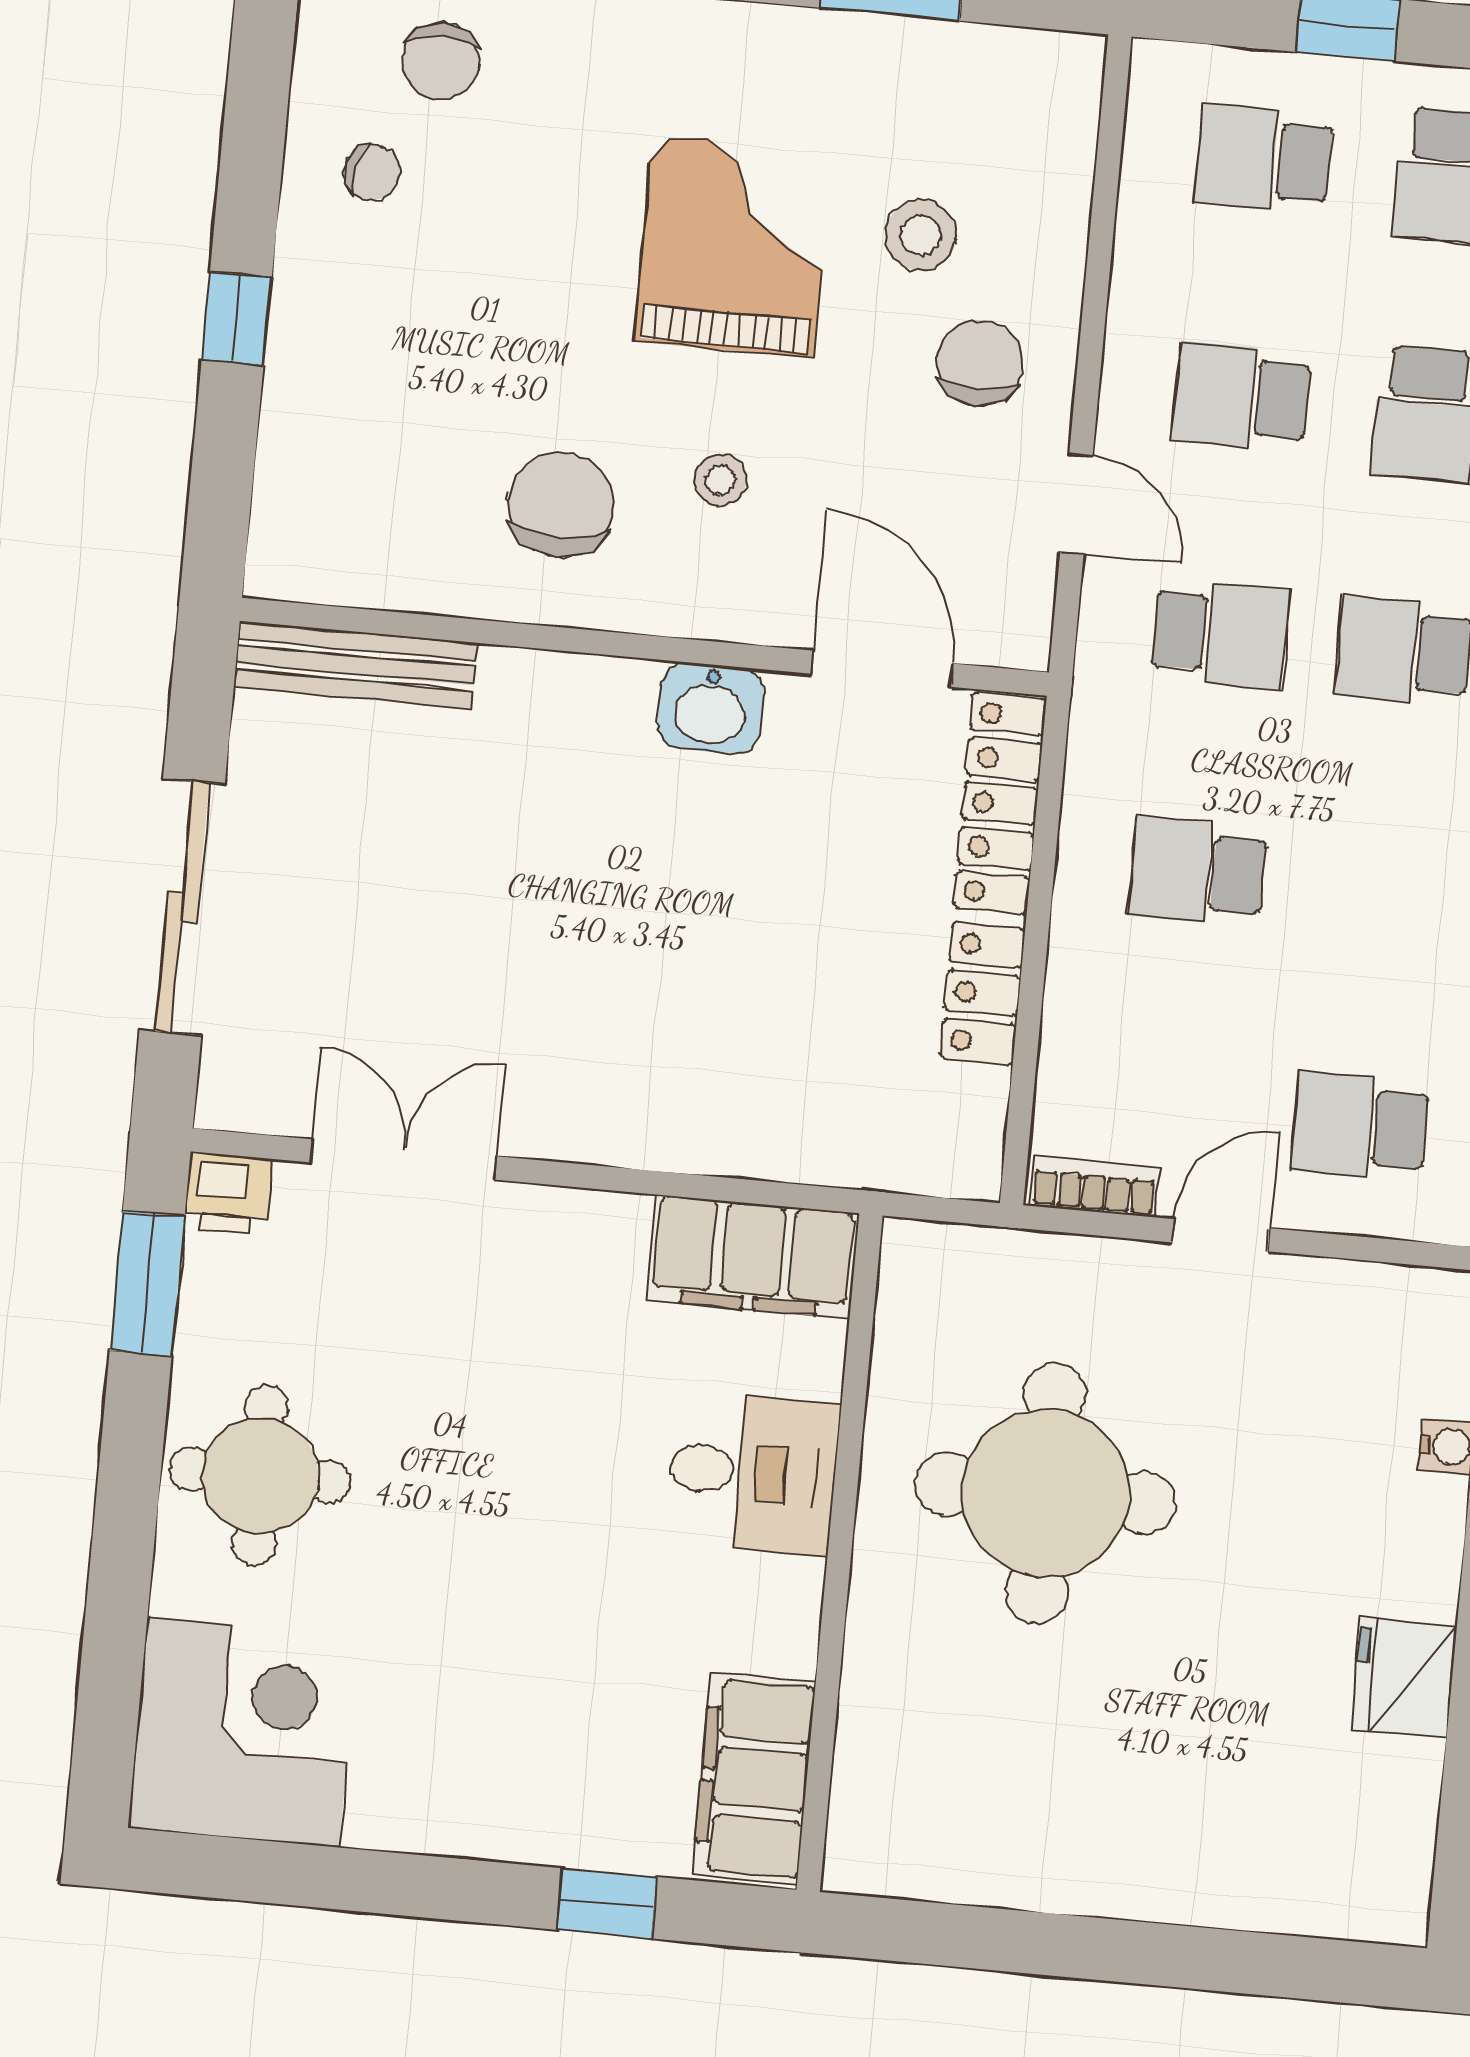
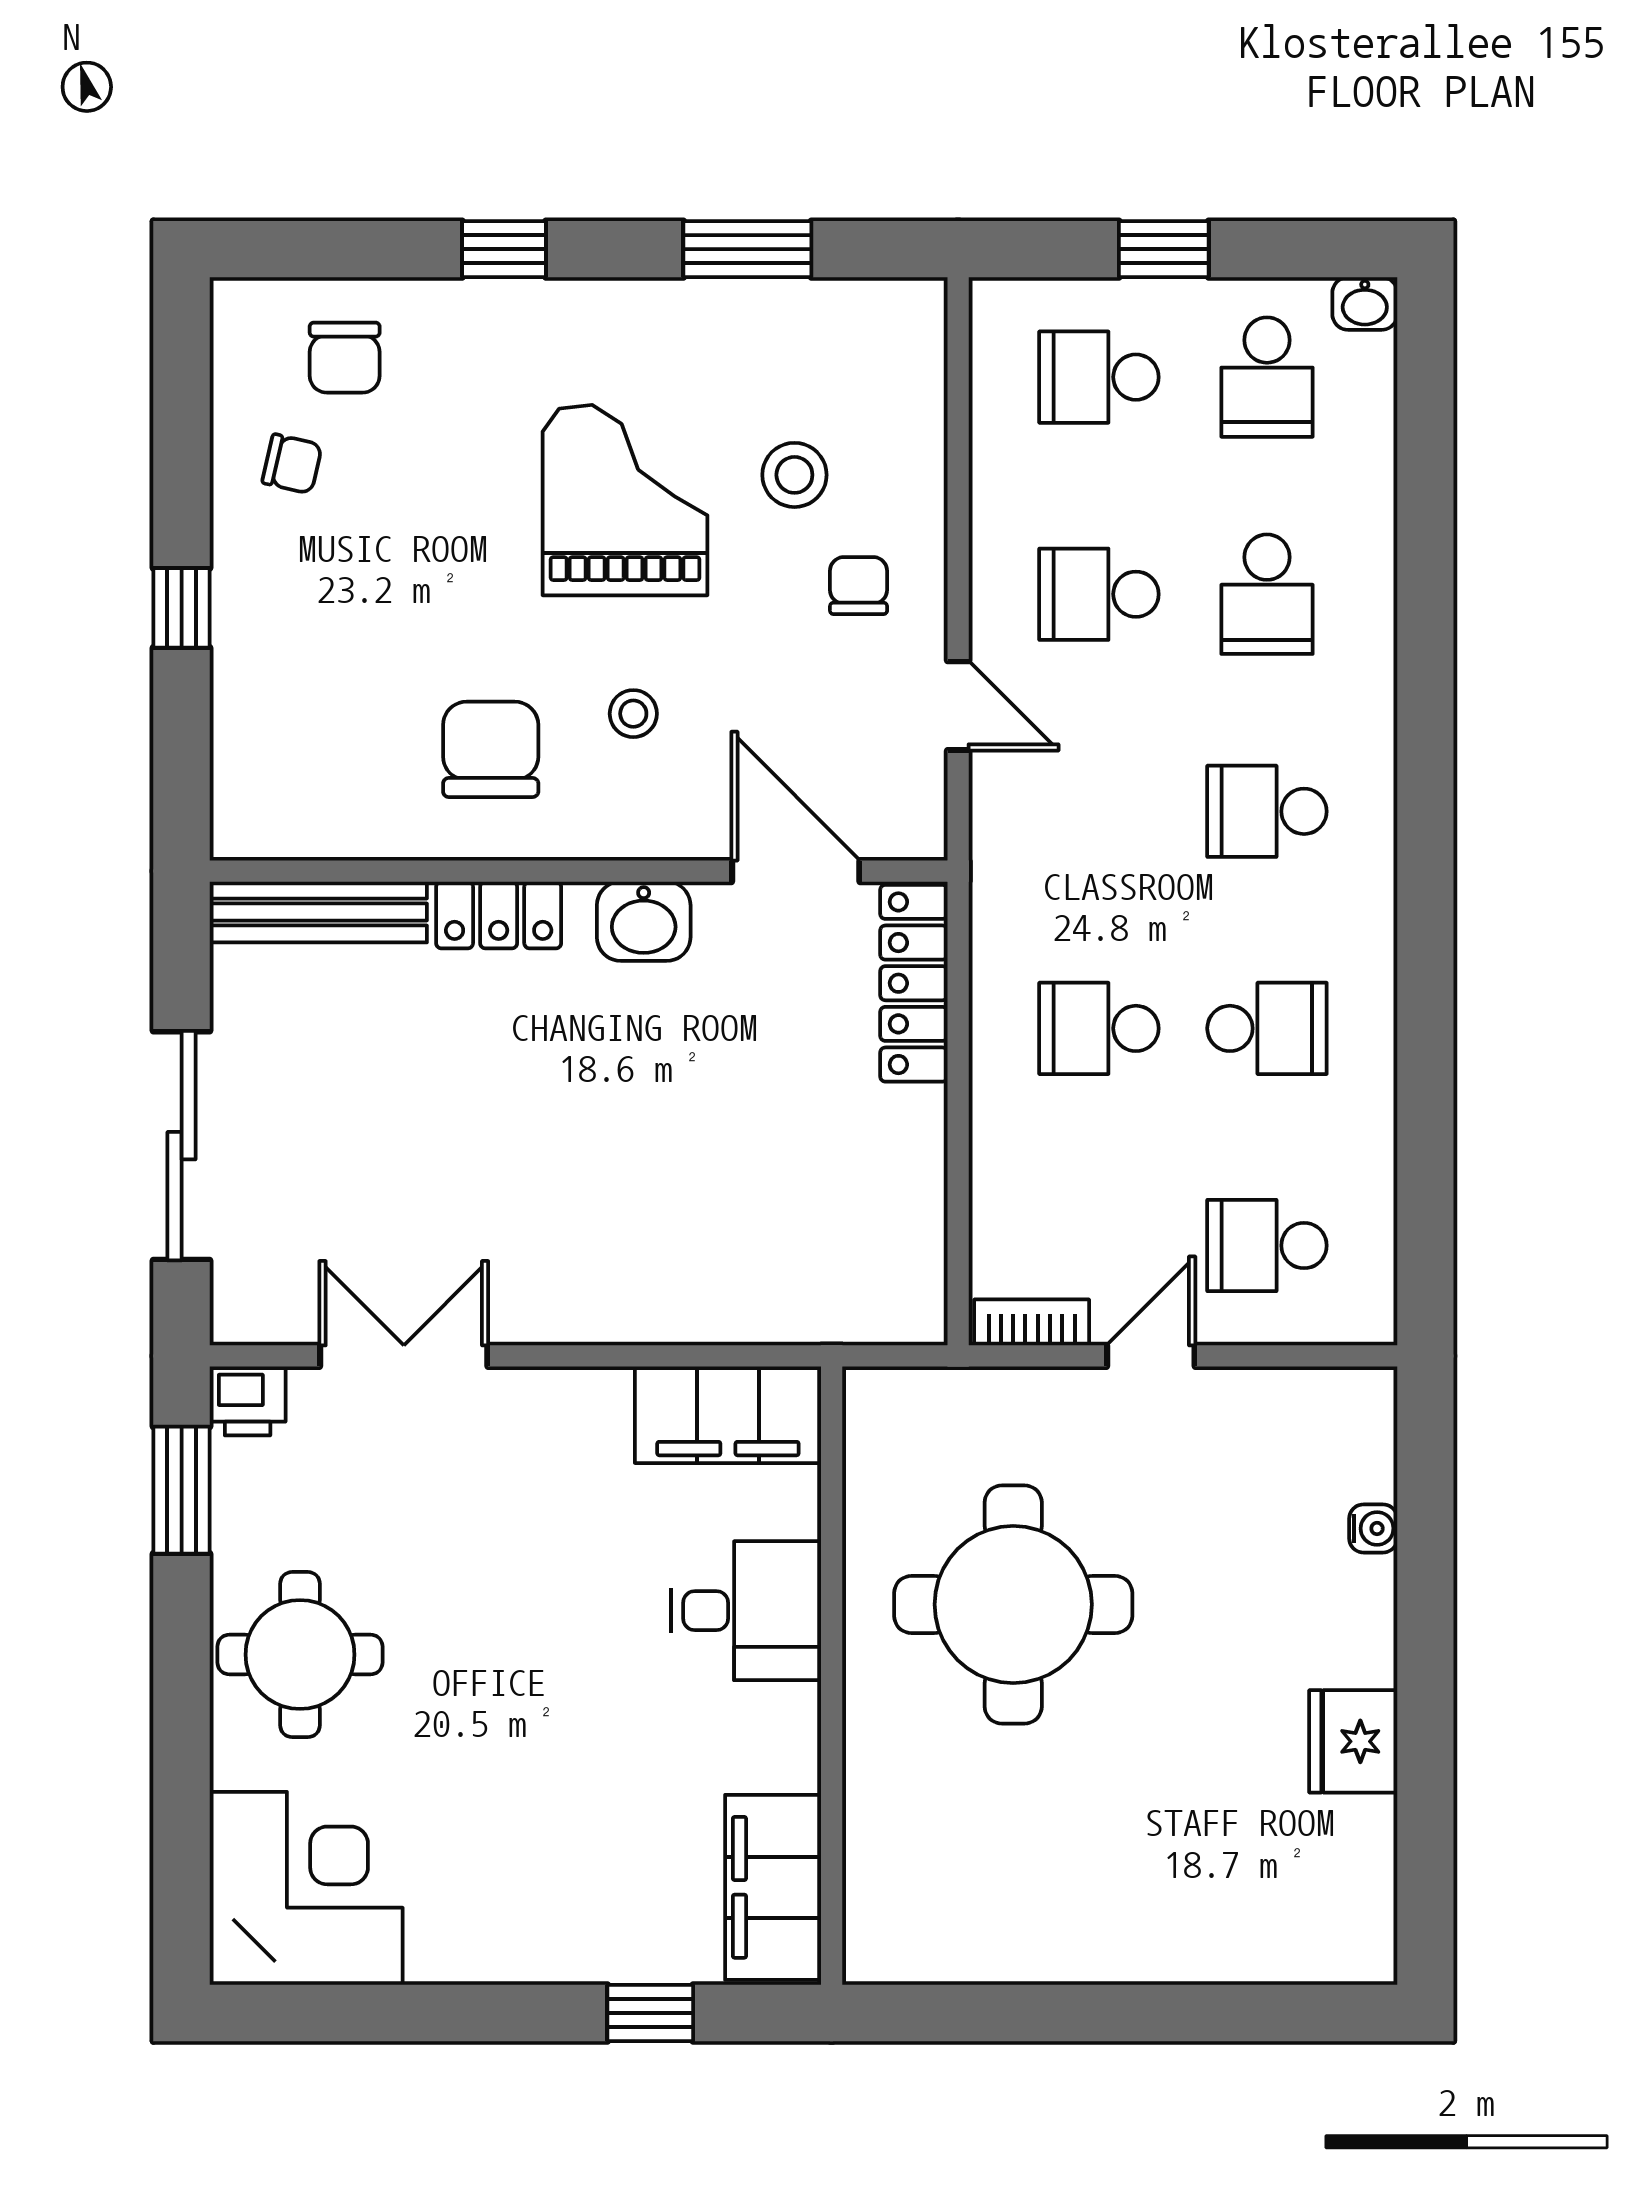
chair: (980, 363) -> (859, 586), width x0.73, depth x0.73
school desk: (1220, 634) -> (1267, 1028), moved
locker: (983, 993) -> (499, 915), moved, turned -90

